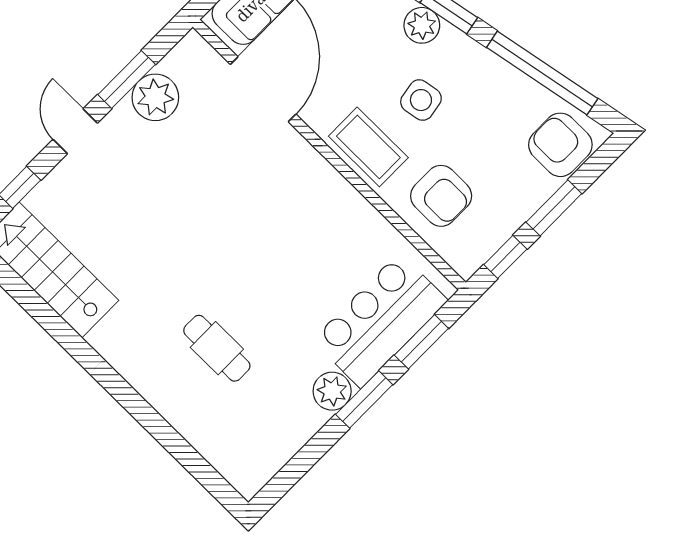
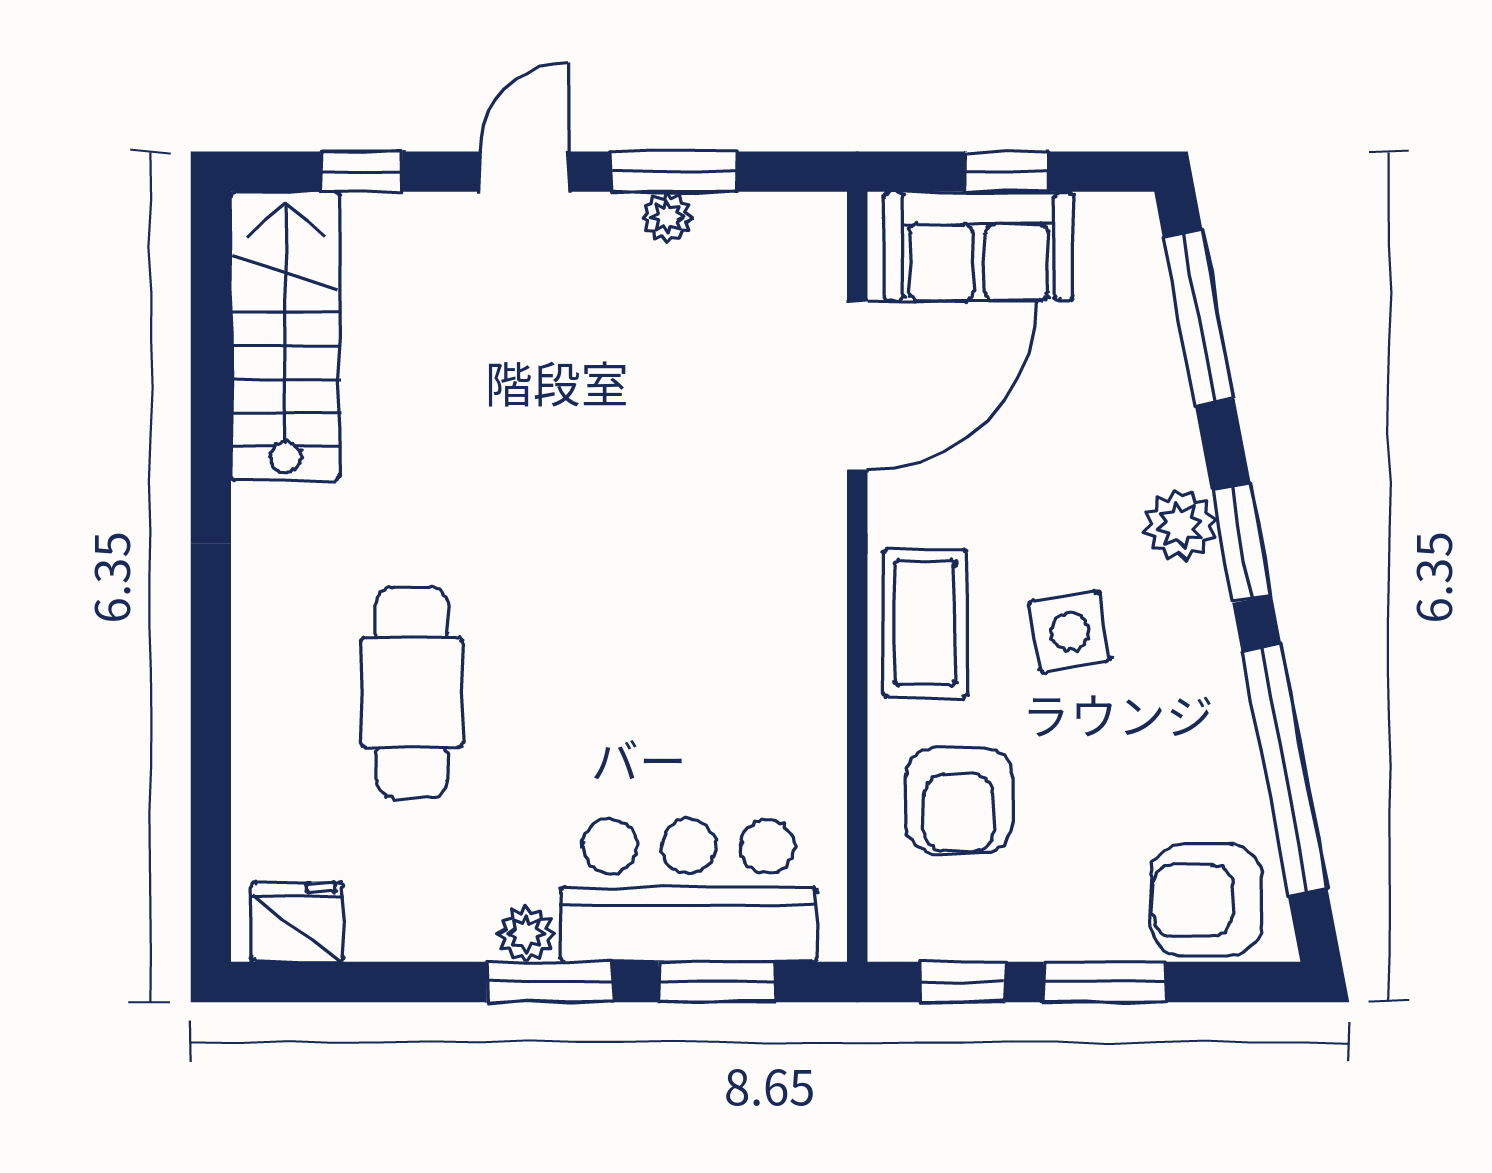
plant: (155, 97) -> (667, 217), width x0.53, depth x0.53
armchair: (560, 145) -> (1206, 900), turned -90
cafe table: (217, 348) -> (412, 692), width x1.37, depth x1.35
plant: (332, 391) -> (526, 934), width x0.73, depth x0.73
fridge: (257, 467) -> (297, 922), added

